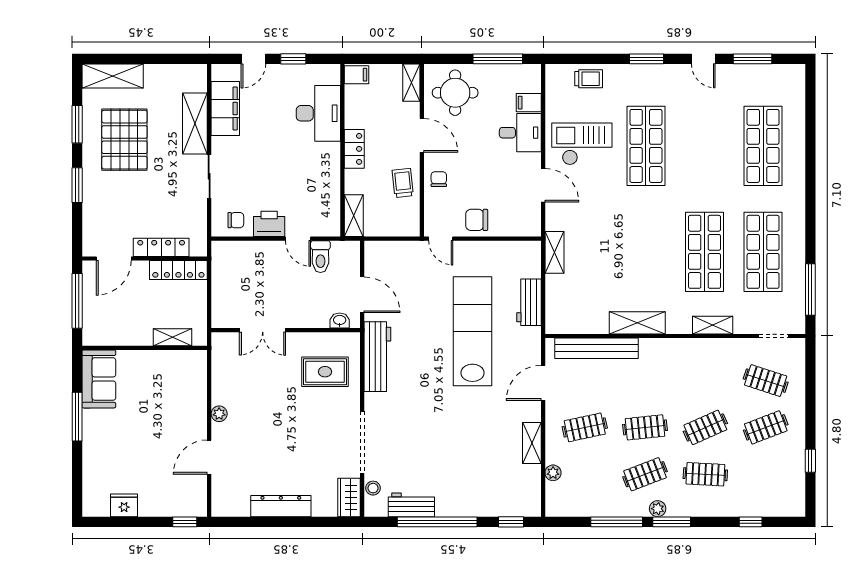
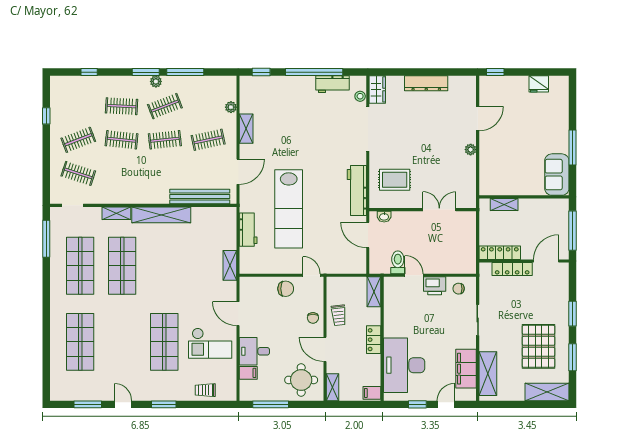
desk: (318, 113) -> (404, 365), width x1.36, depth x1.30
shelving: (195, 124) -> (488, 374), moved
shelving: (637, 323) -> (161, 215), width x1.47
clothes rail: (705, 427) -> (122, 140), turned 30

